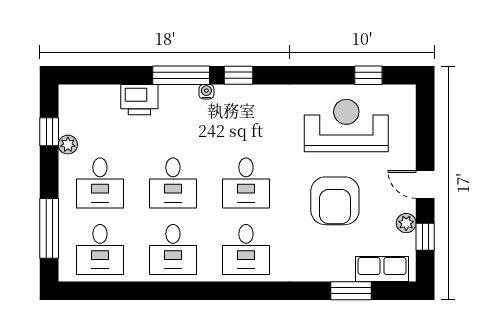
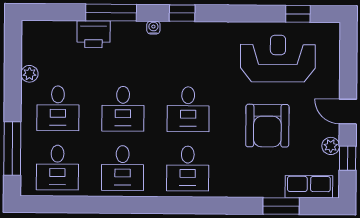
window: (181, 75) -> (111, 13), moved
window: (49, 132) -> (13, 62), removed

